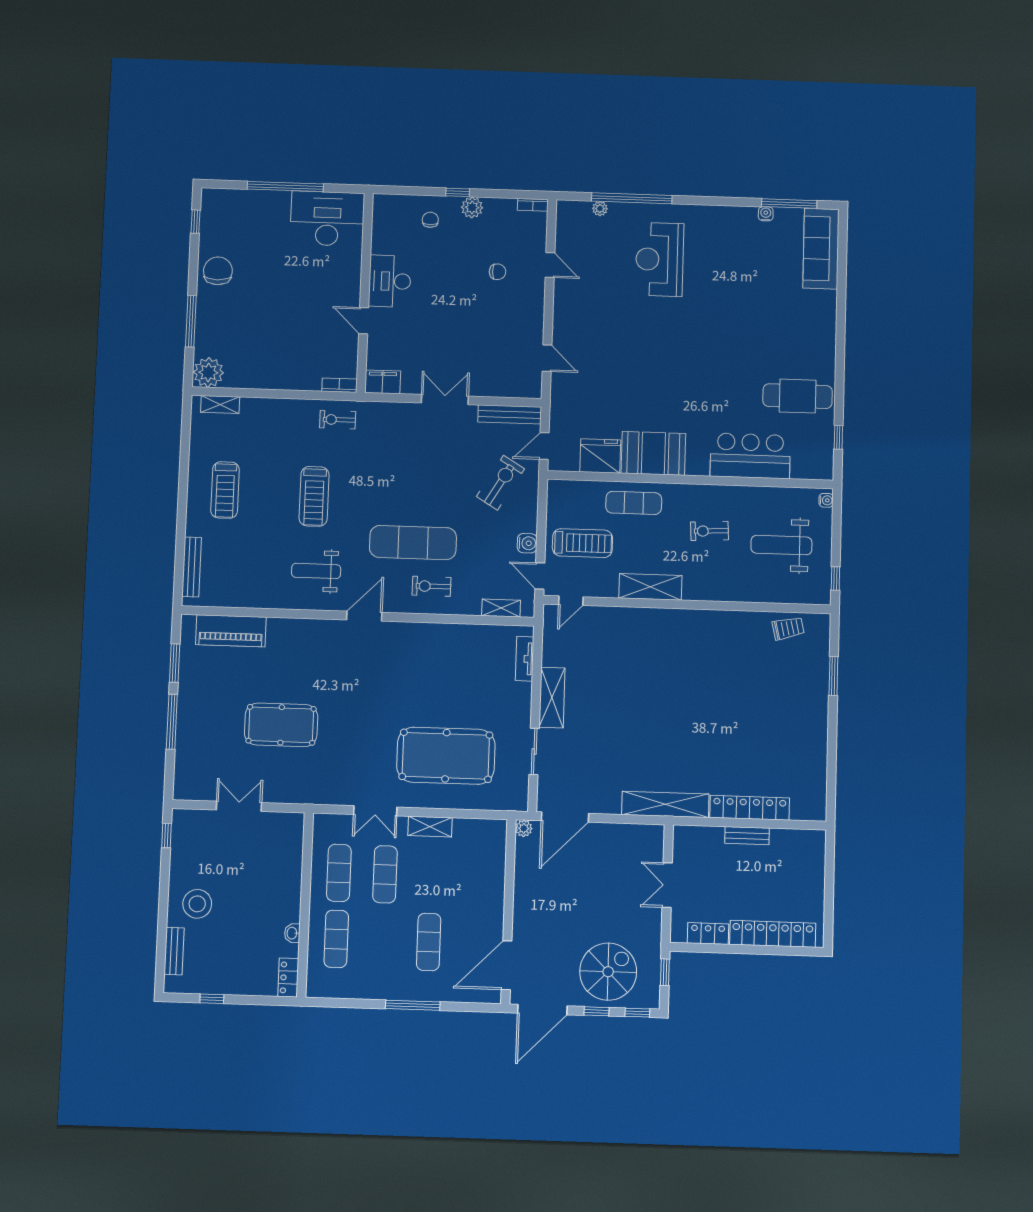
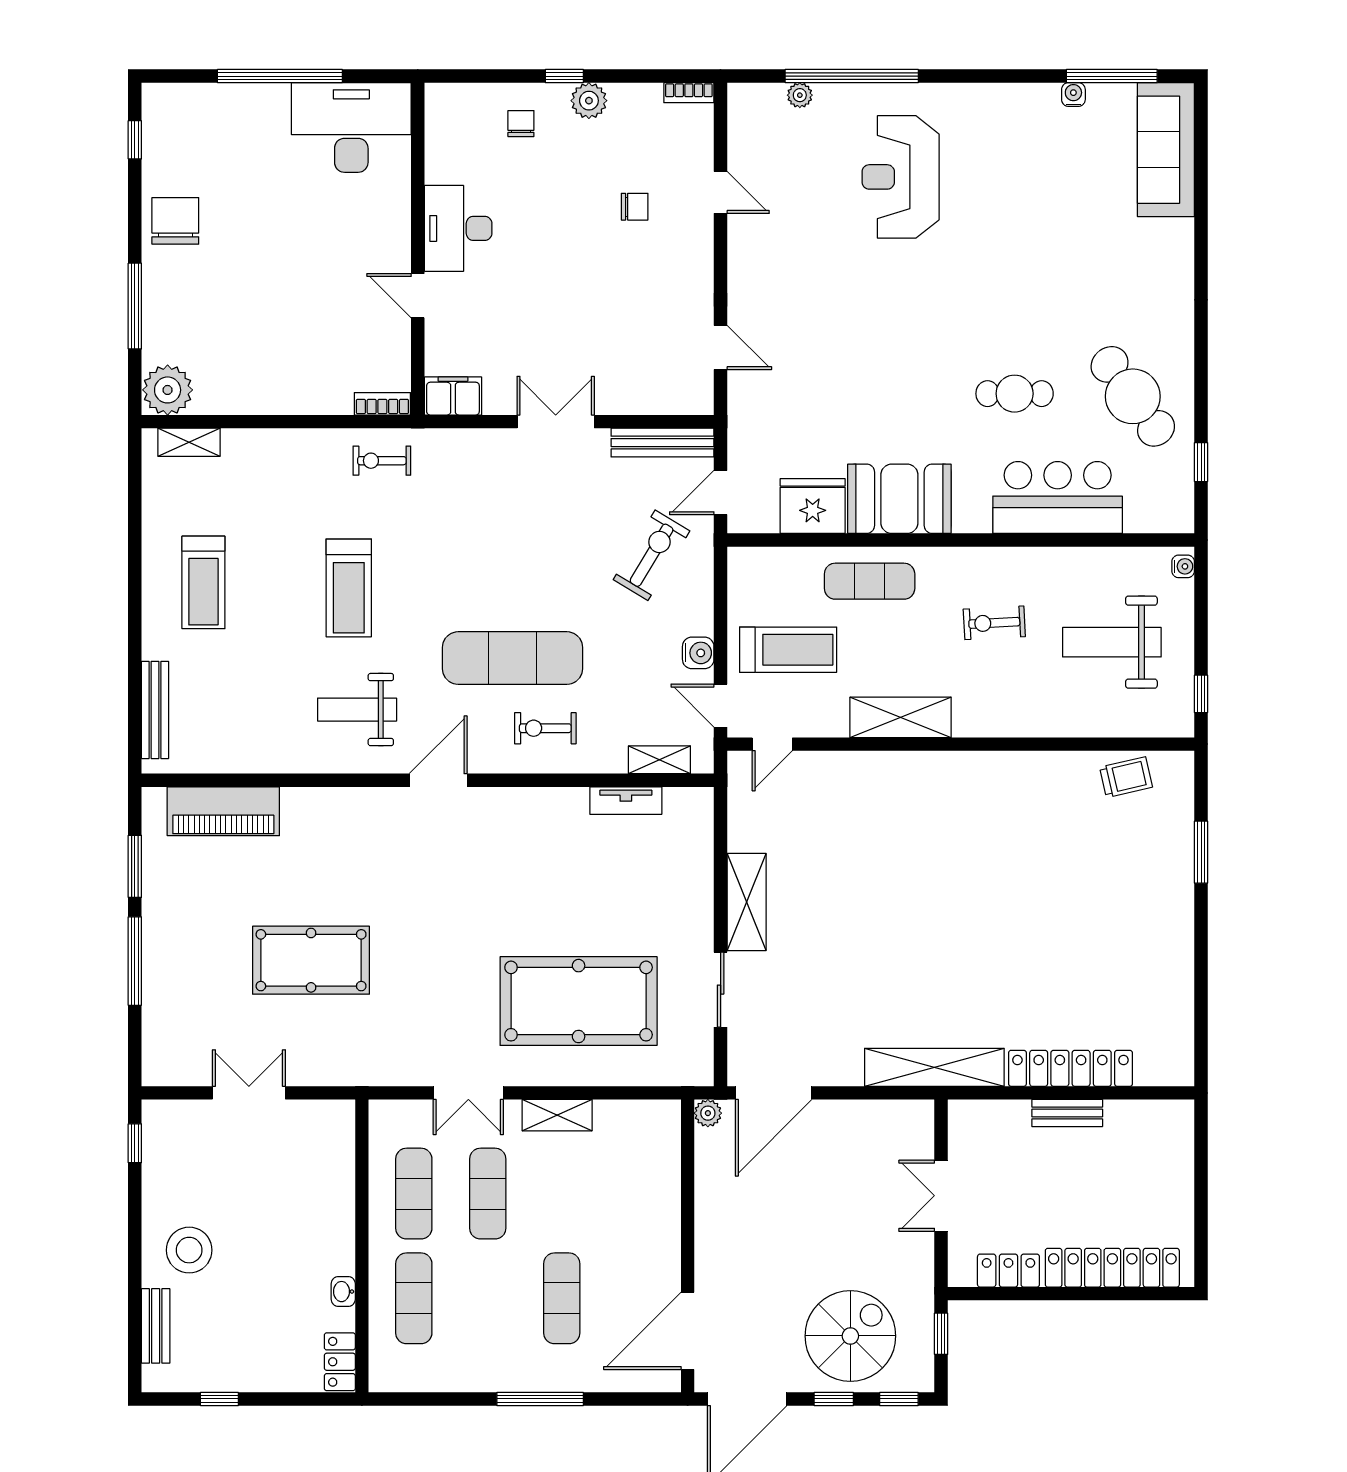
cafe table: (725, 392) -> (1015, 394), added
cafe table: (798, 396) -> (1133, 396), turned 54
tv unit: (525, 659) -> (626, 801), moved, turned -90

